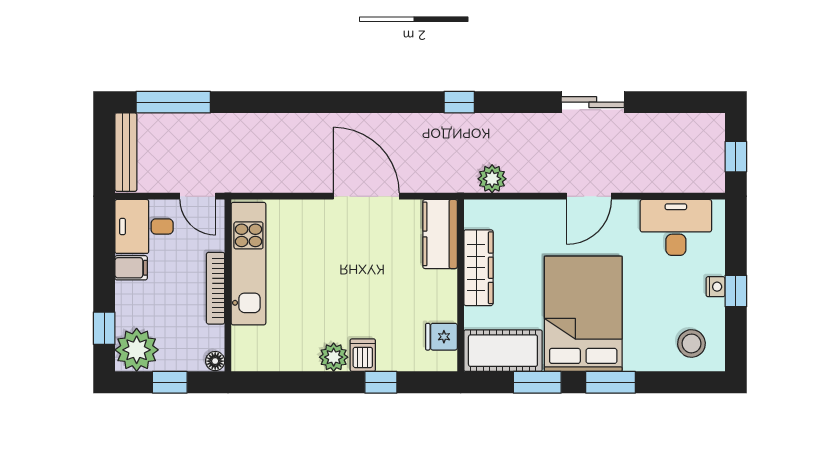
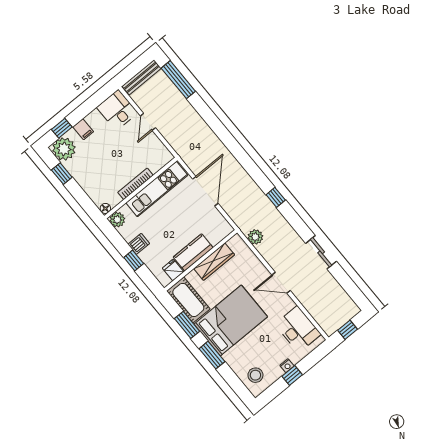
kitchen counter: (440, 234) -> (193, 252), moved
kitchen unit: (248, 264) -> (157, 189), moved
filing cabinet: (131, 268) -> (83, 129), moved
wall: (228, 285) -> (141, 188), moved
bookcase: (216, 288) -> (135, 184), moved
plant: (334, 357) -> (117, 220), moved
floor lamp: (215, 361) -> (105, 208), moved

